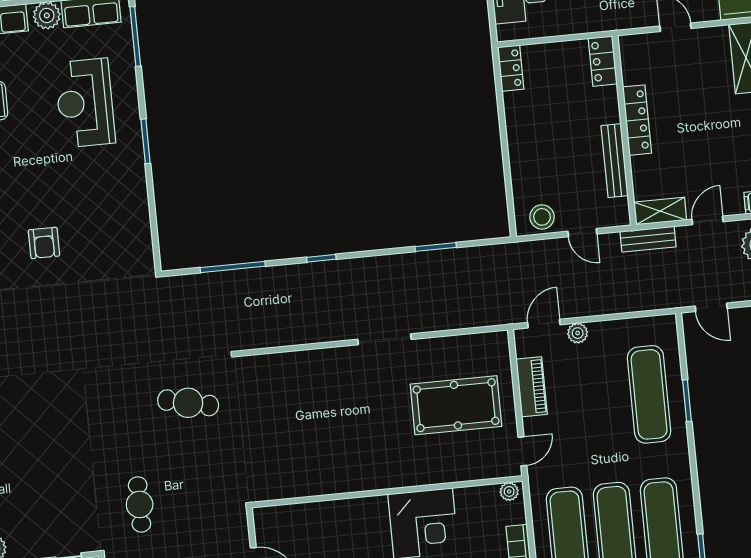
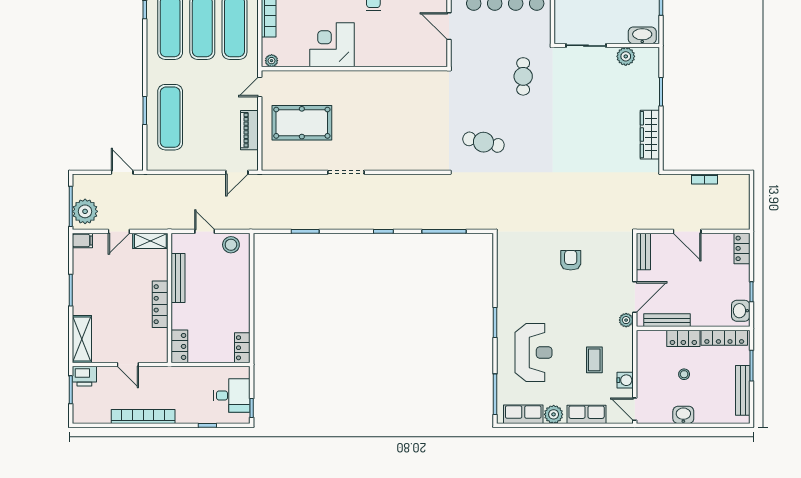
bench: (648, 239) -> (160, 223), removed
plant: (578, 333) -> (215, 164), removed

